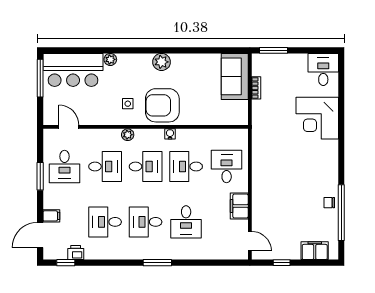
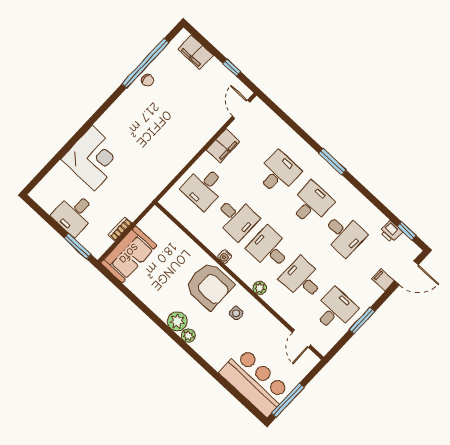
plant: (110, 59) -> (188, 336), moved
desk: (323, 69) -> (74, 214), moved
desk: (146, 222) -> (311, 204), turned -90

